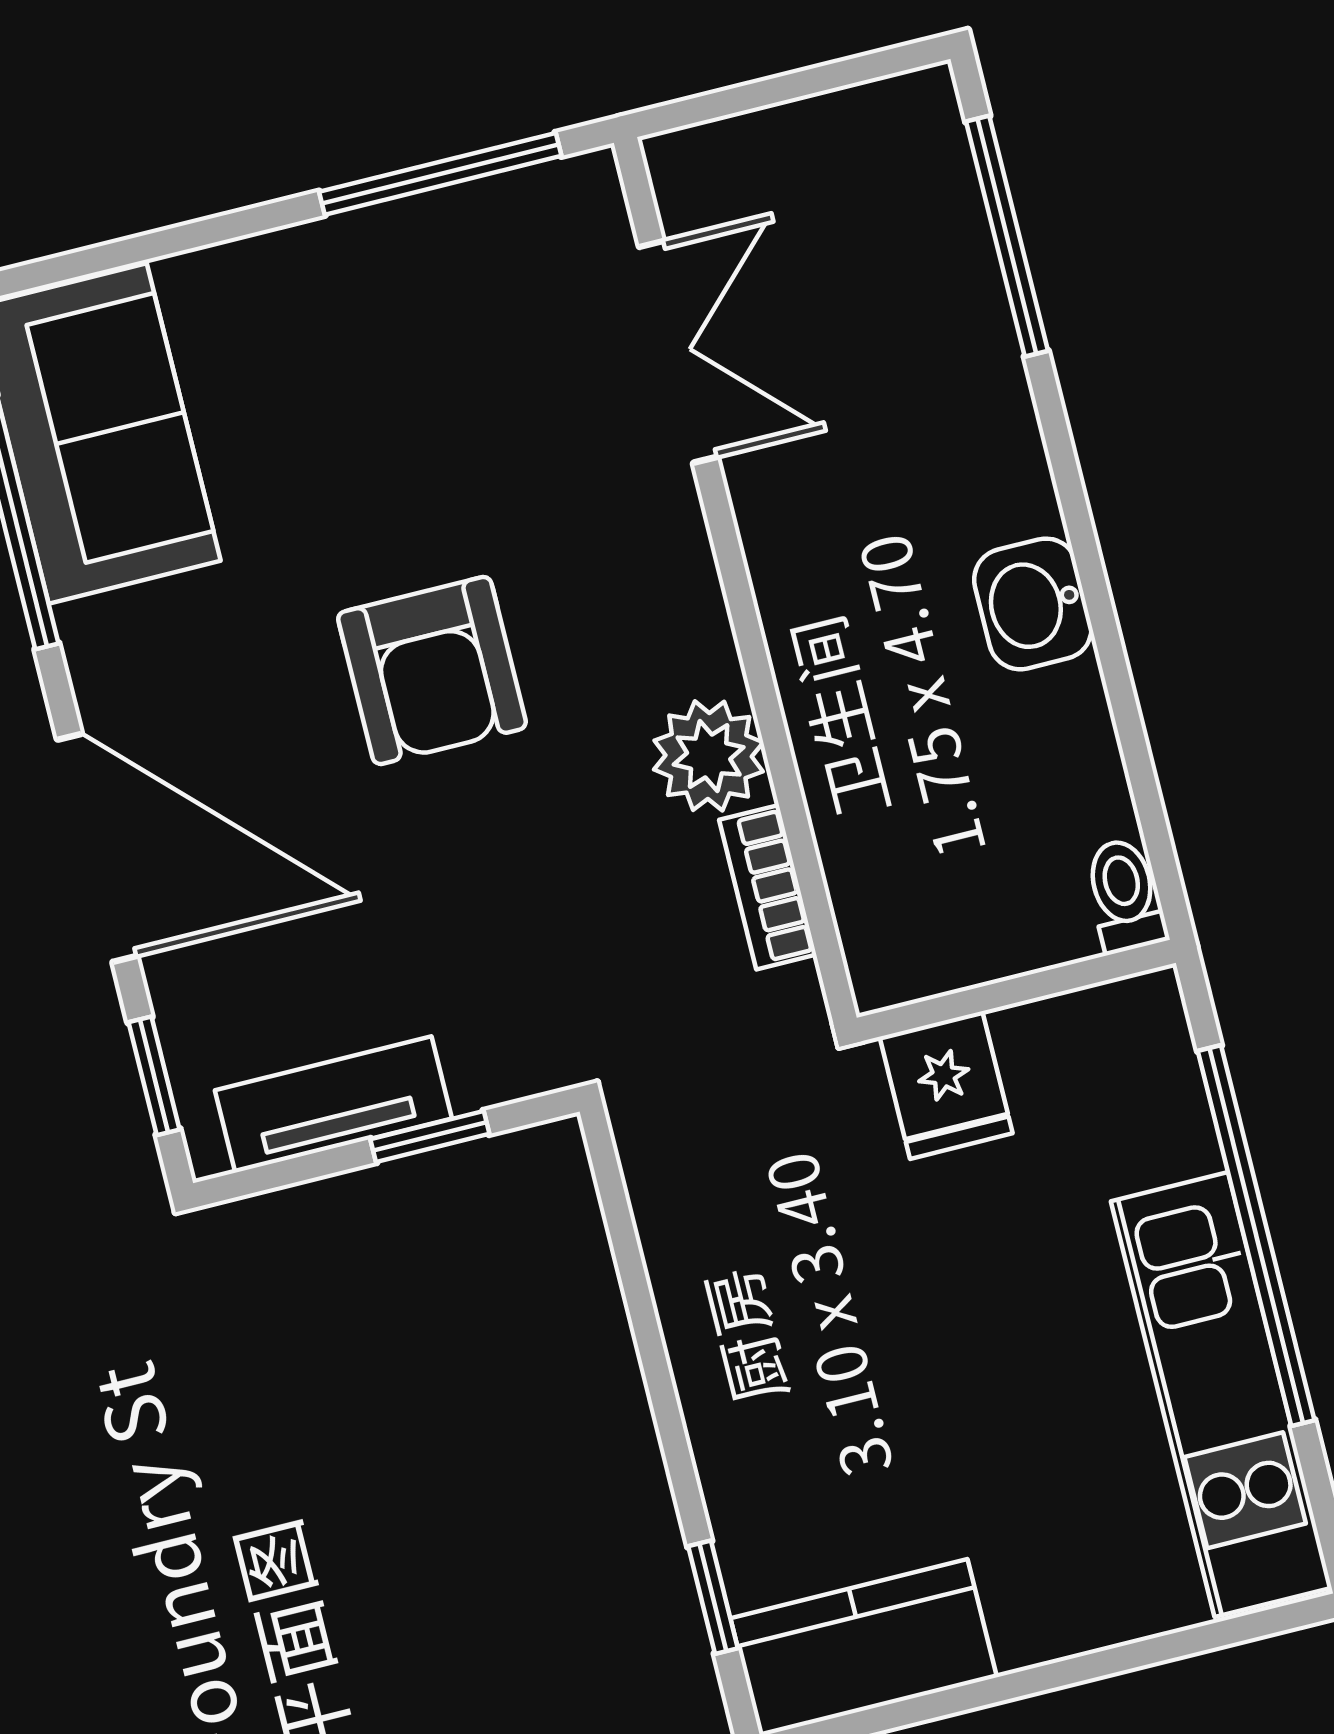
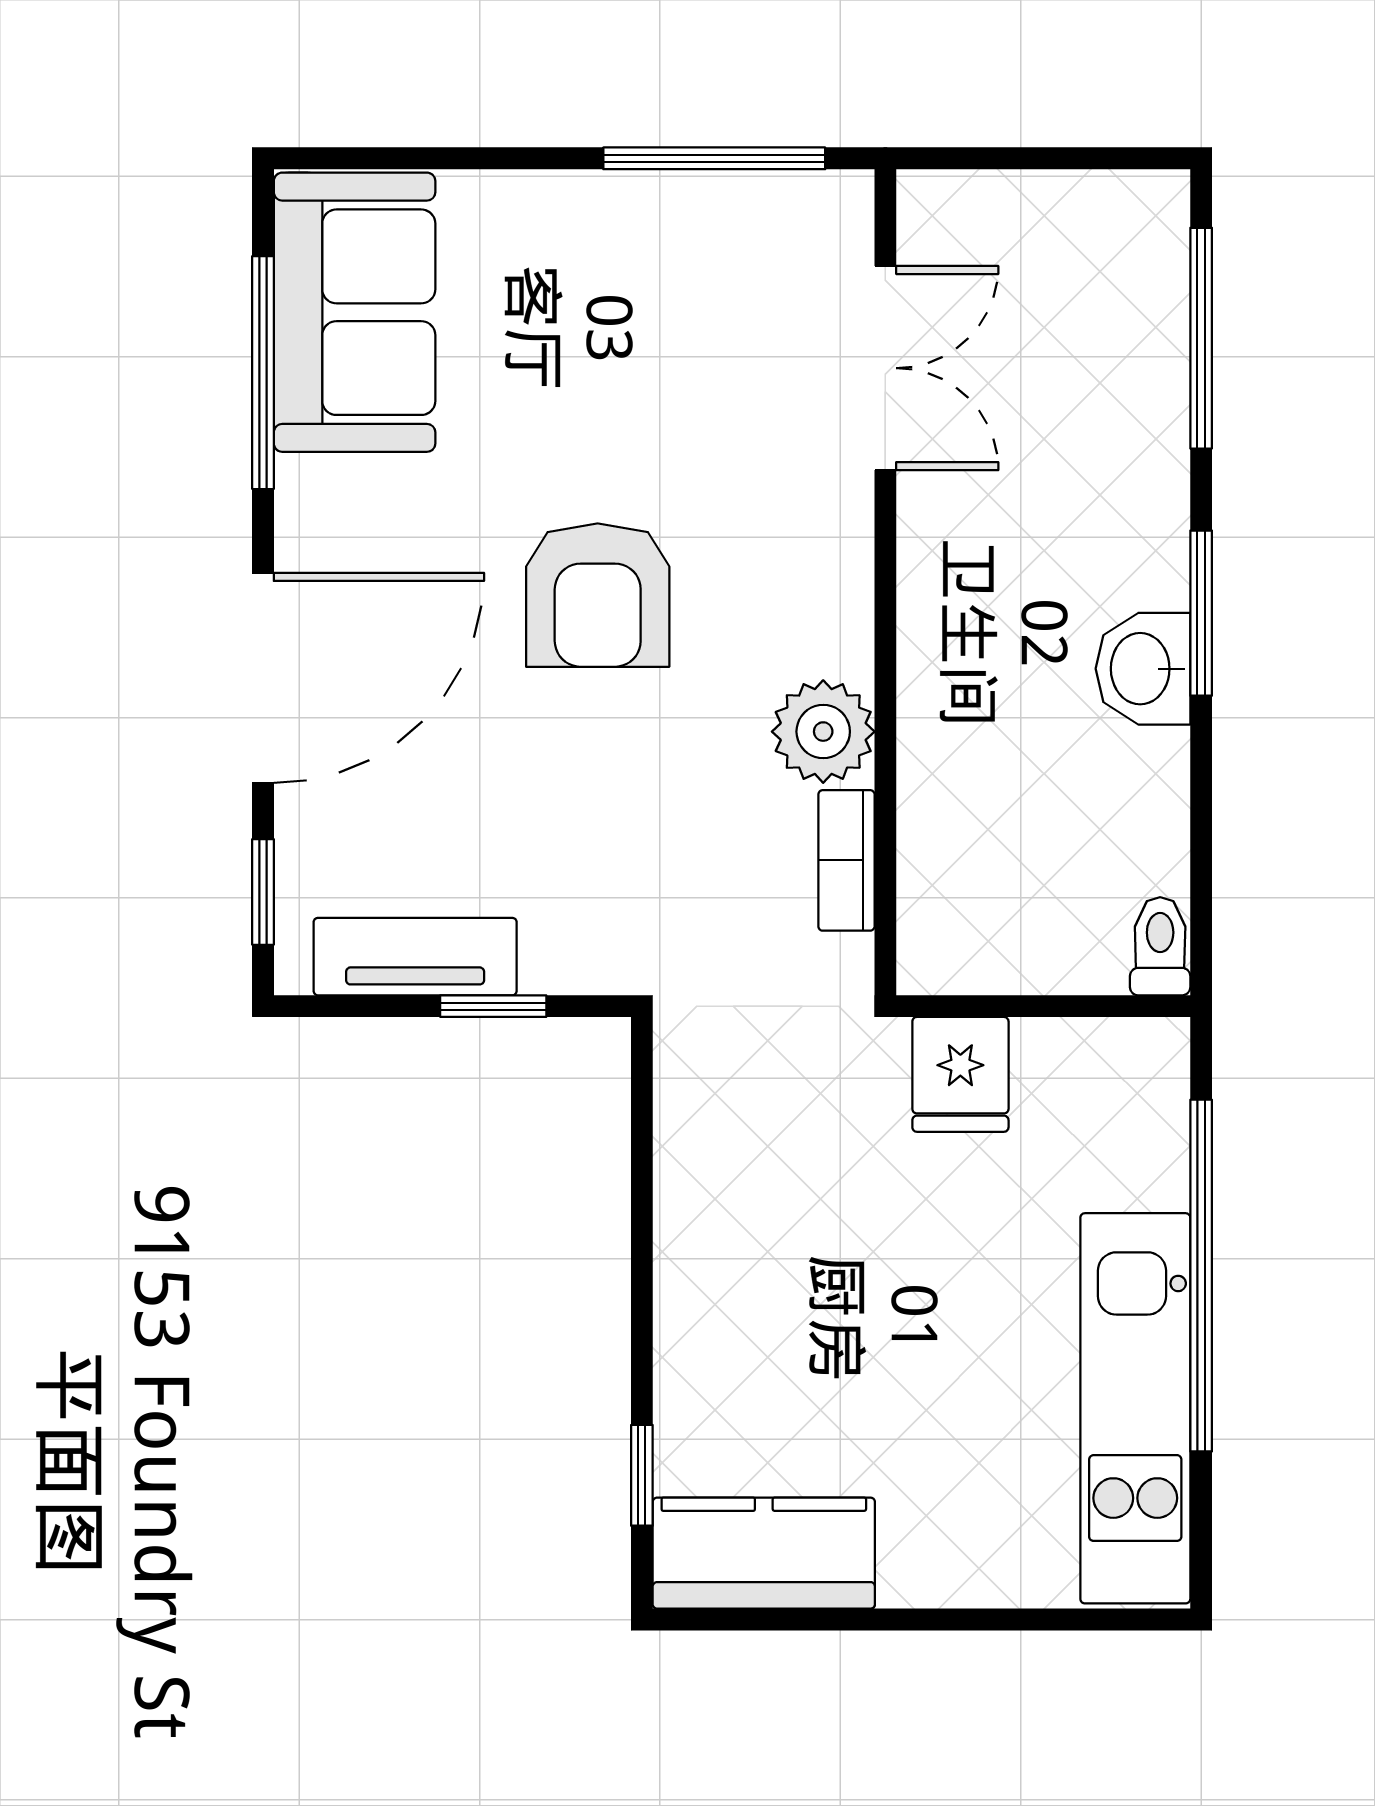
window: (1080, 529) -> (1201, 613), added
door: (97, 848) -> (263, 678), hinge flipped

